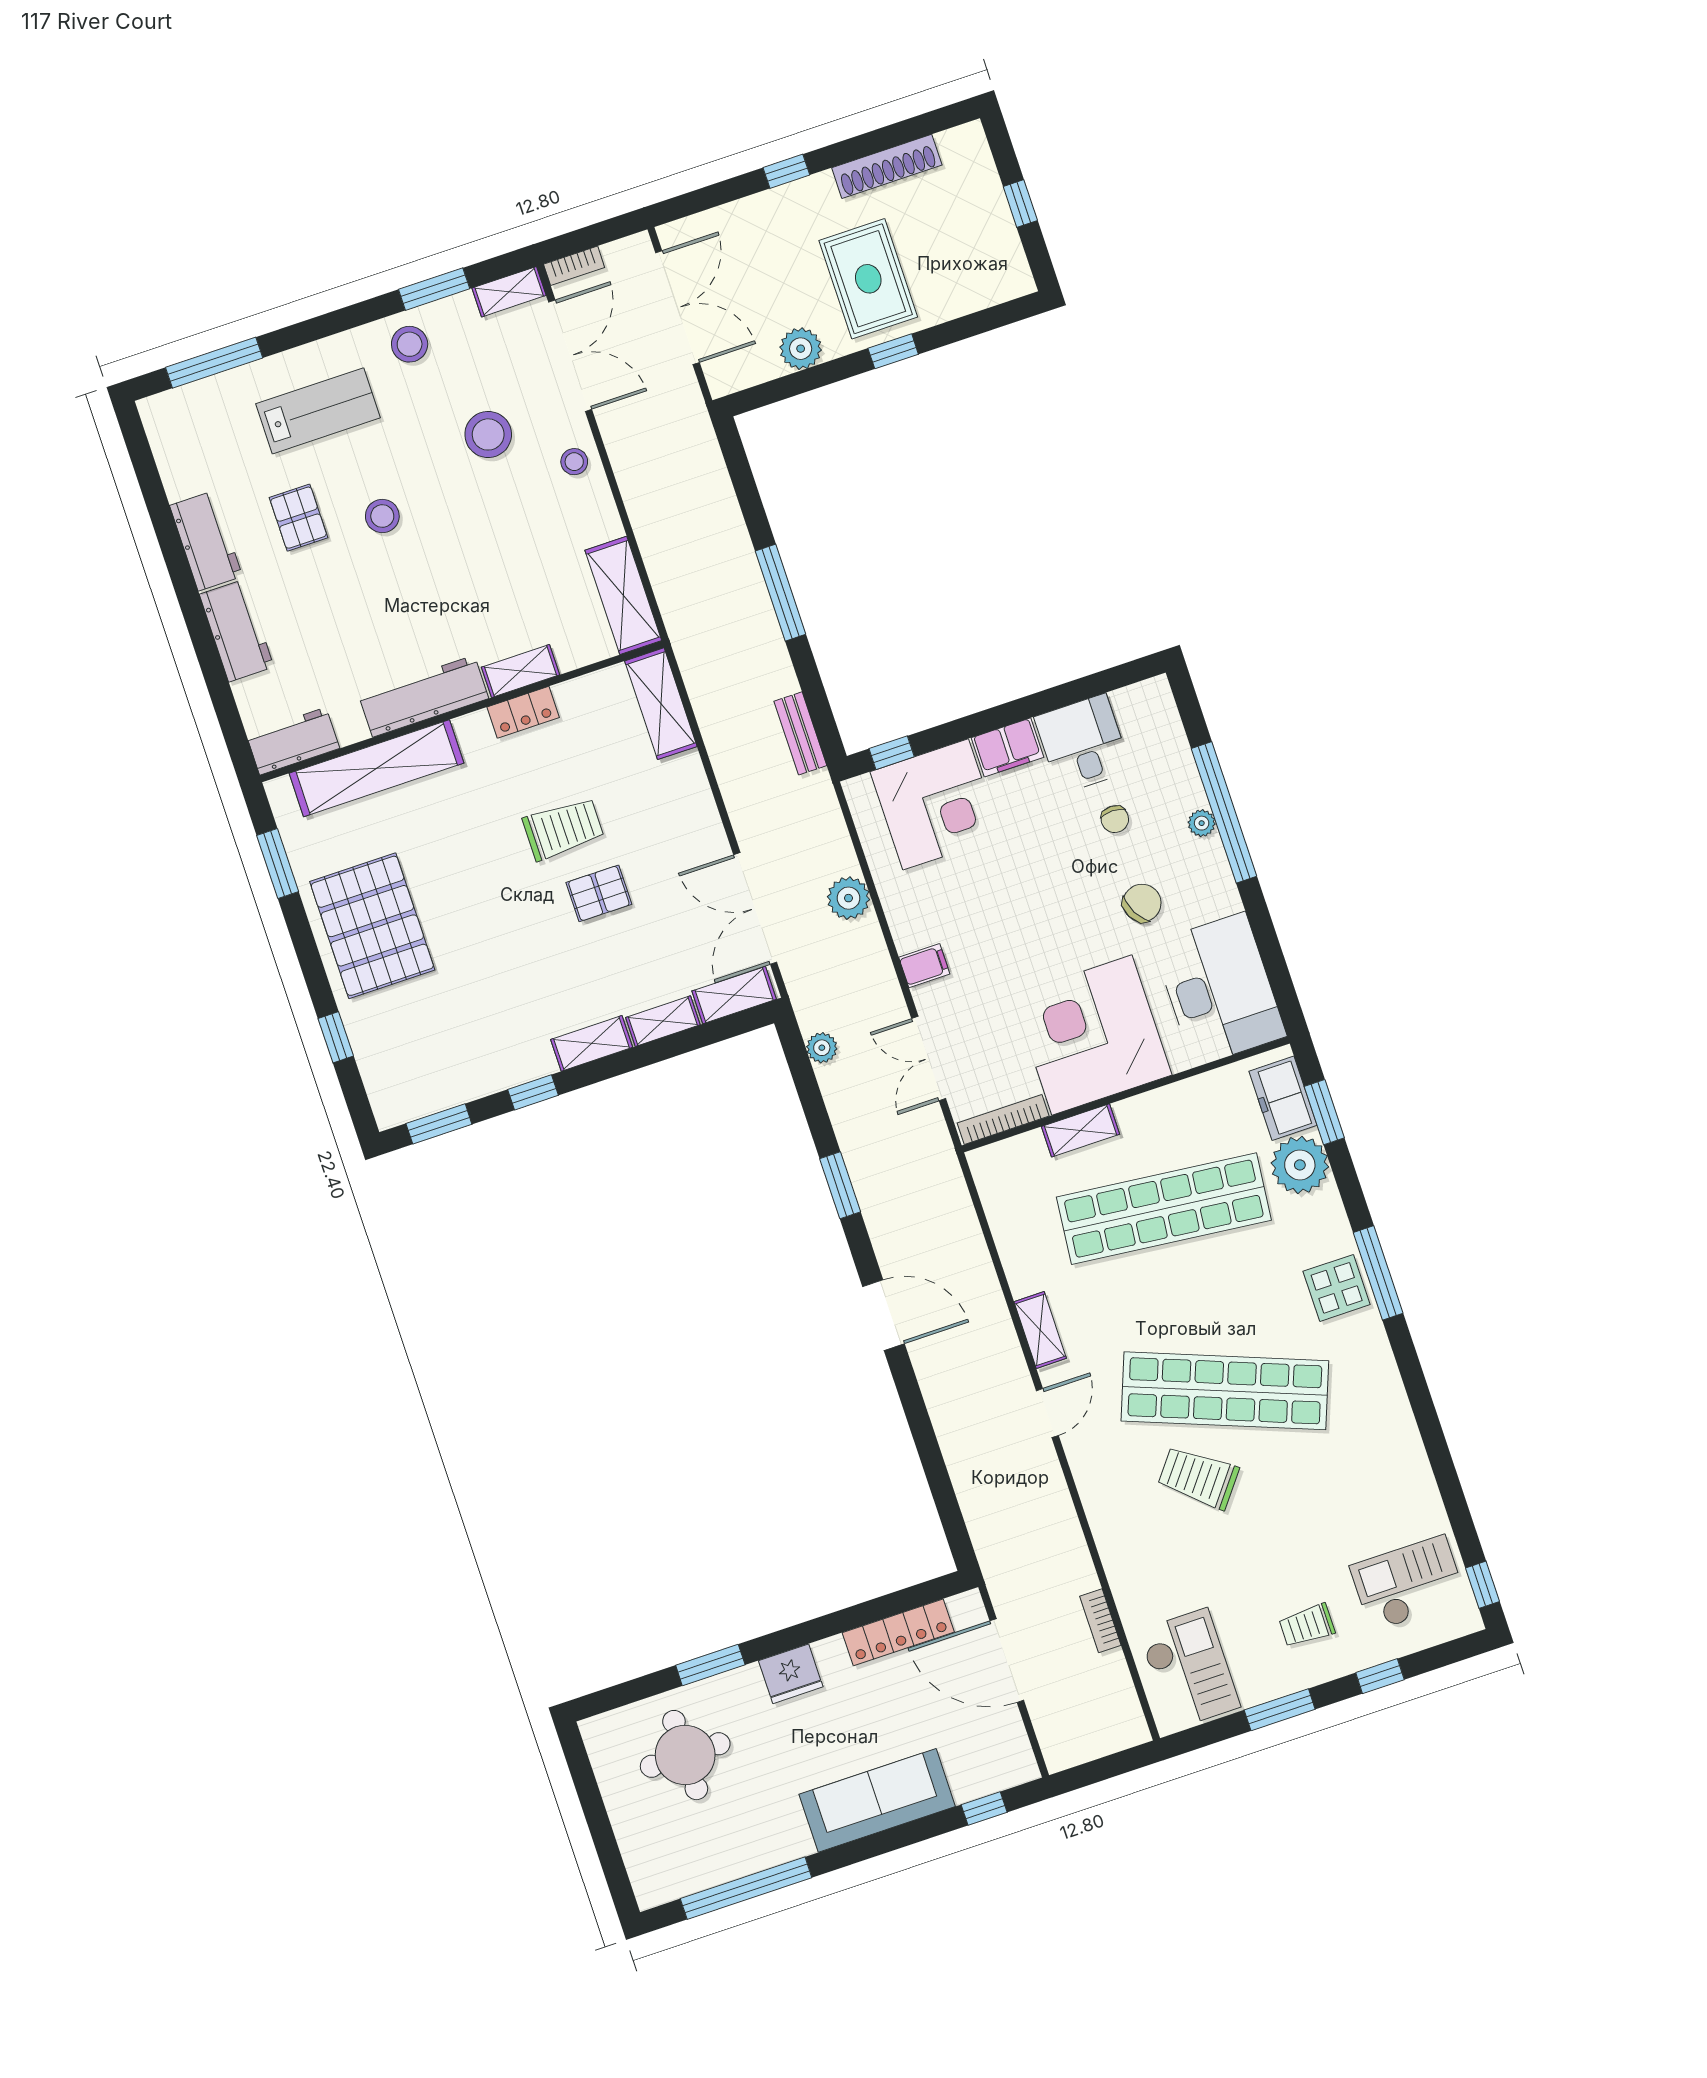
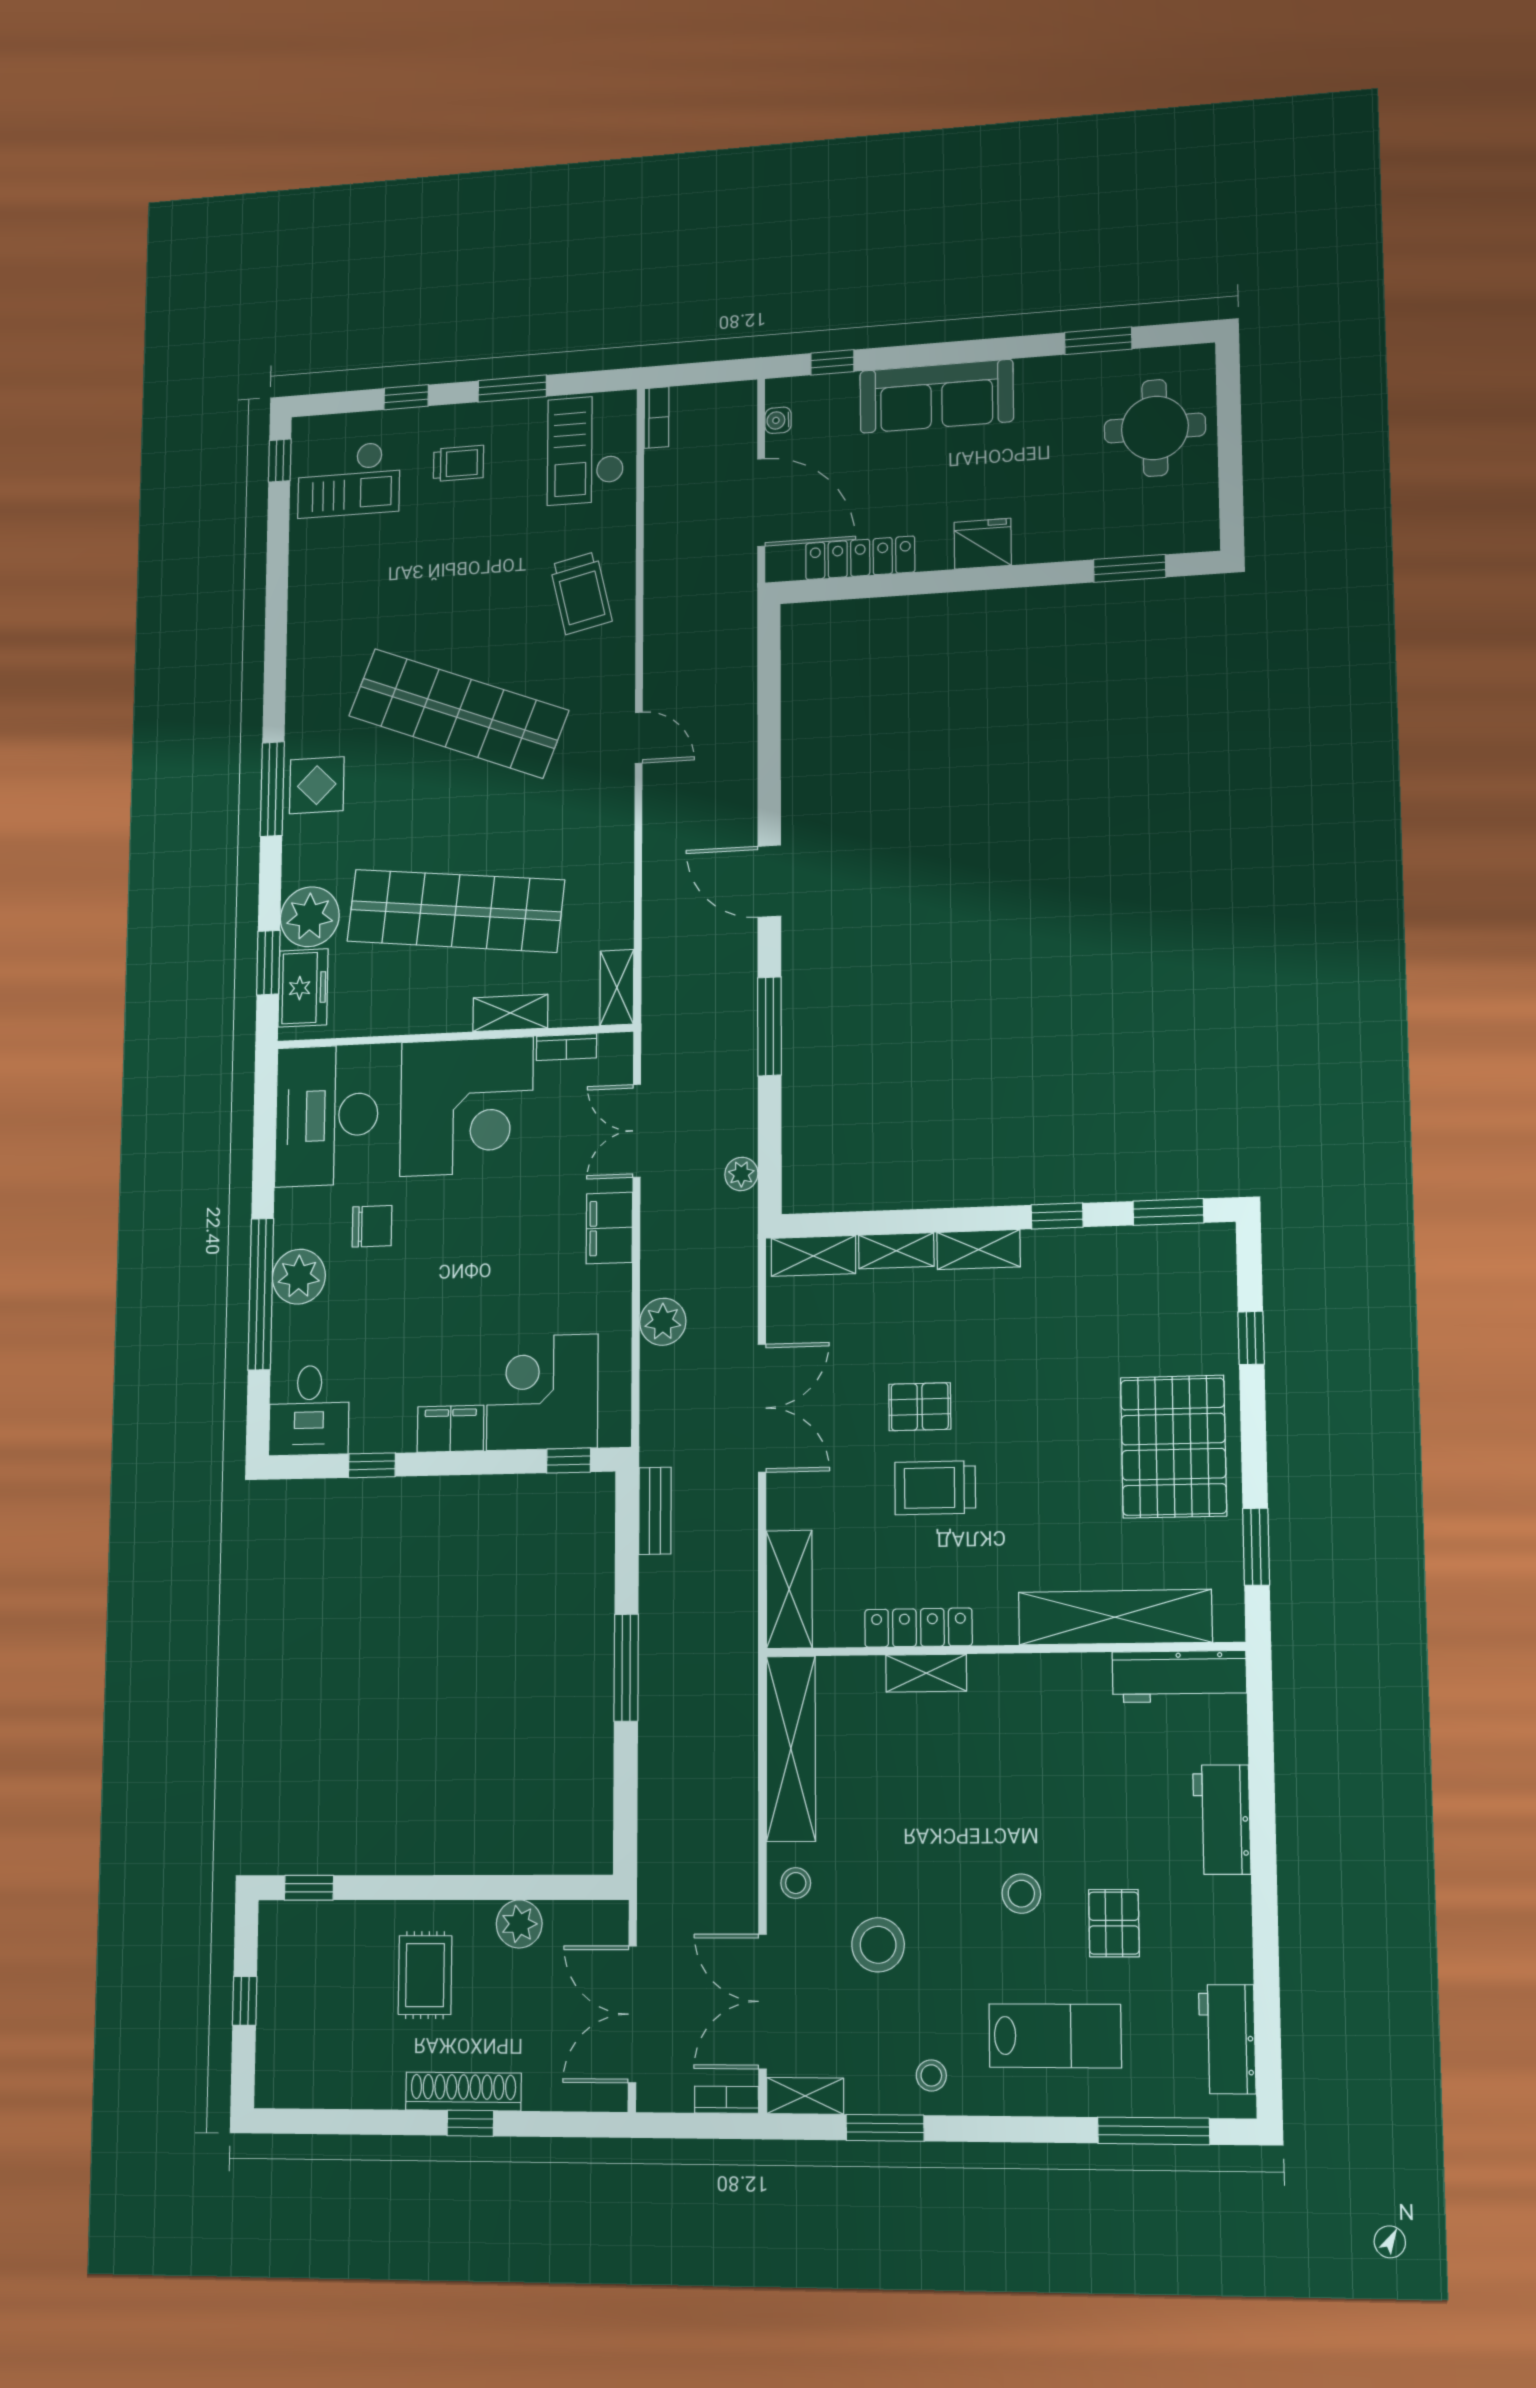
shoe rack: (887, 166) -> (463, 2091), moved
rug: (868, 279) -> (425, 1975), width x0.73, depth x0.70
stool: (410, 344) -> (931, 2075), width x0.73, depth x0.73
window: (893, 351) -> (309, 1888), moved
lab bench: (318, 411) -> (1055, 2036), turned 180
workbench: (206, 541) -> (1227, 2039), moved
shelving: (623, 595) -> (791, 1749), width x1.47
window: (1068, 694) -> (372, 1465), added
workbench: (423, 696) -> (1039, 1680), removed
locker: (523, 712) -> (918, 1628), width x1.53
workbench: (293, 741) -> (1179, 1676), width x1.38
desk: (1083, 744) -> (309, 1410), moved
chair: (1115, 819) -> (369, 1321), removed
plant: (1202, 823) -> (299, 1277), width x1.88, depth x1.88
chair: (1142, 903) -> (372, 1226), turned -152
double door: (755, 908) -> (762, 1408), moved
filing cabinet: (924, 966) -> (609, 1228), width x2.00
double door: (929, 1059) -> (637, 1131), swing flipped
bookcase: (1003, 1120) -> (566, 1047), width x0.64
window: (840, 1185) -> (770, 1026), width x1.44
shelving: (1040, 1330) -> (617, 987), moved
door: (1047, 1413) -> (639, 738), swing flipped
trolley: (1198, 1477) -> (581, 593), moved, turned 39
bookcase: (1100, 1621) -> (656, 418), moved
window: (710, 1665) -> (1130, 568), moved
water cooler: (1017, 1742) -> (778, 420), added
round table: (685, 1755) -> (1155, 428), moved
window: (746, 1888) -> (1098, 341), width x0.47

